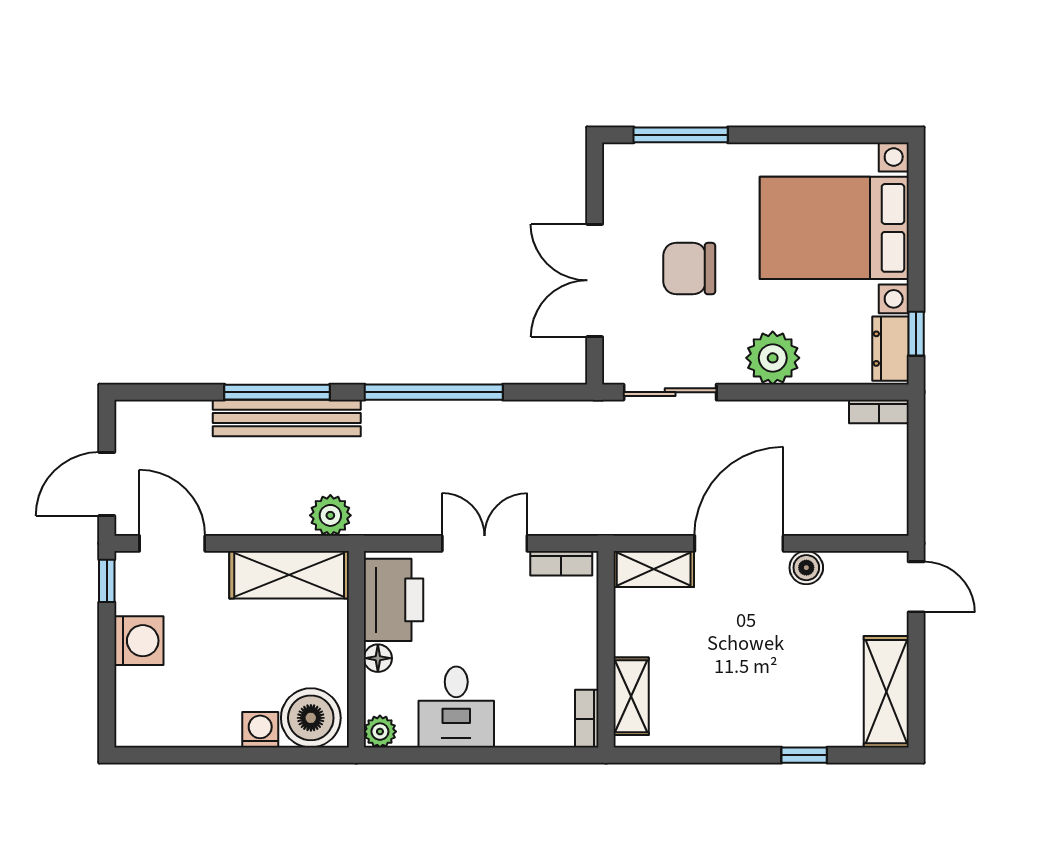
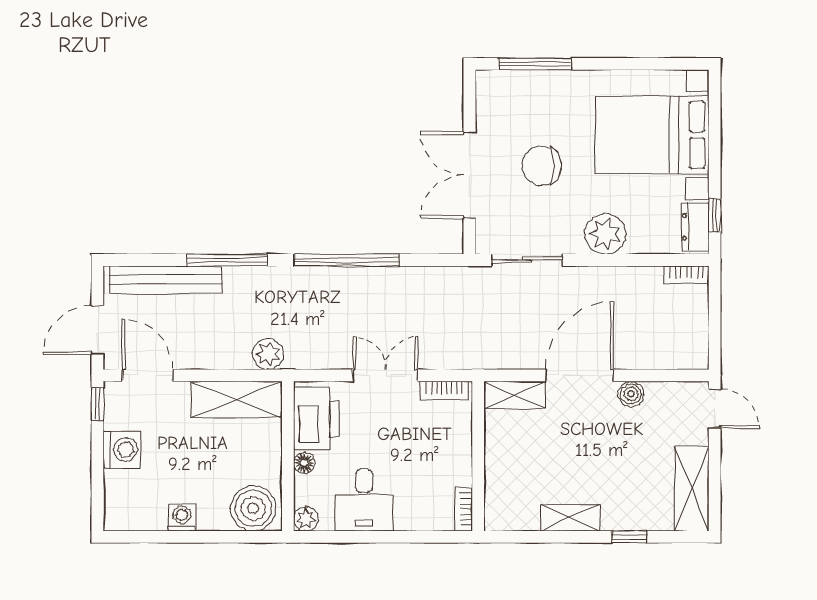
bench: (287, 418) -> (166, 280), moved
shelving: (631, 696) -> (570, 518), moved, turned 90
washing machine: (260, 730) -> (182, 518), moved

